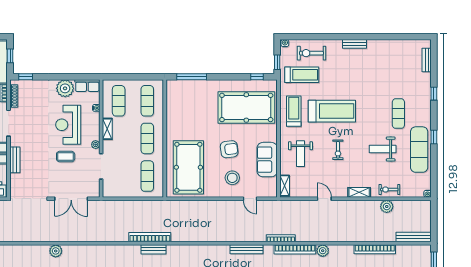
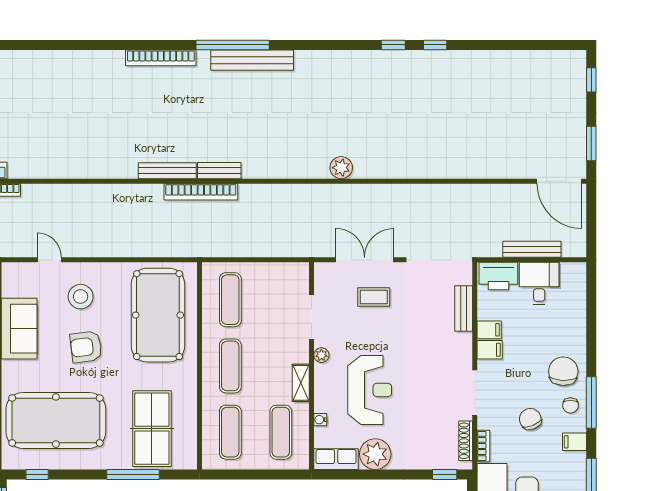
window: (192, 77) -> (133, 475), moved
table tennis table: (192, 103) -> (152, 429), added
coffee table: (66, 157) -> (374, 297), moved
bench: (15, 160) -> (464, 308), moved
bookcase: (150, 237) -> (201, 192), moved
bench: (246, 249) -> (167, 171), moved
plant: (56, 251) -> (341, 168), moved

